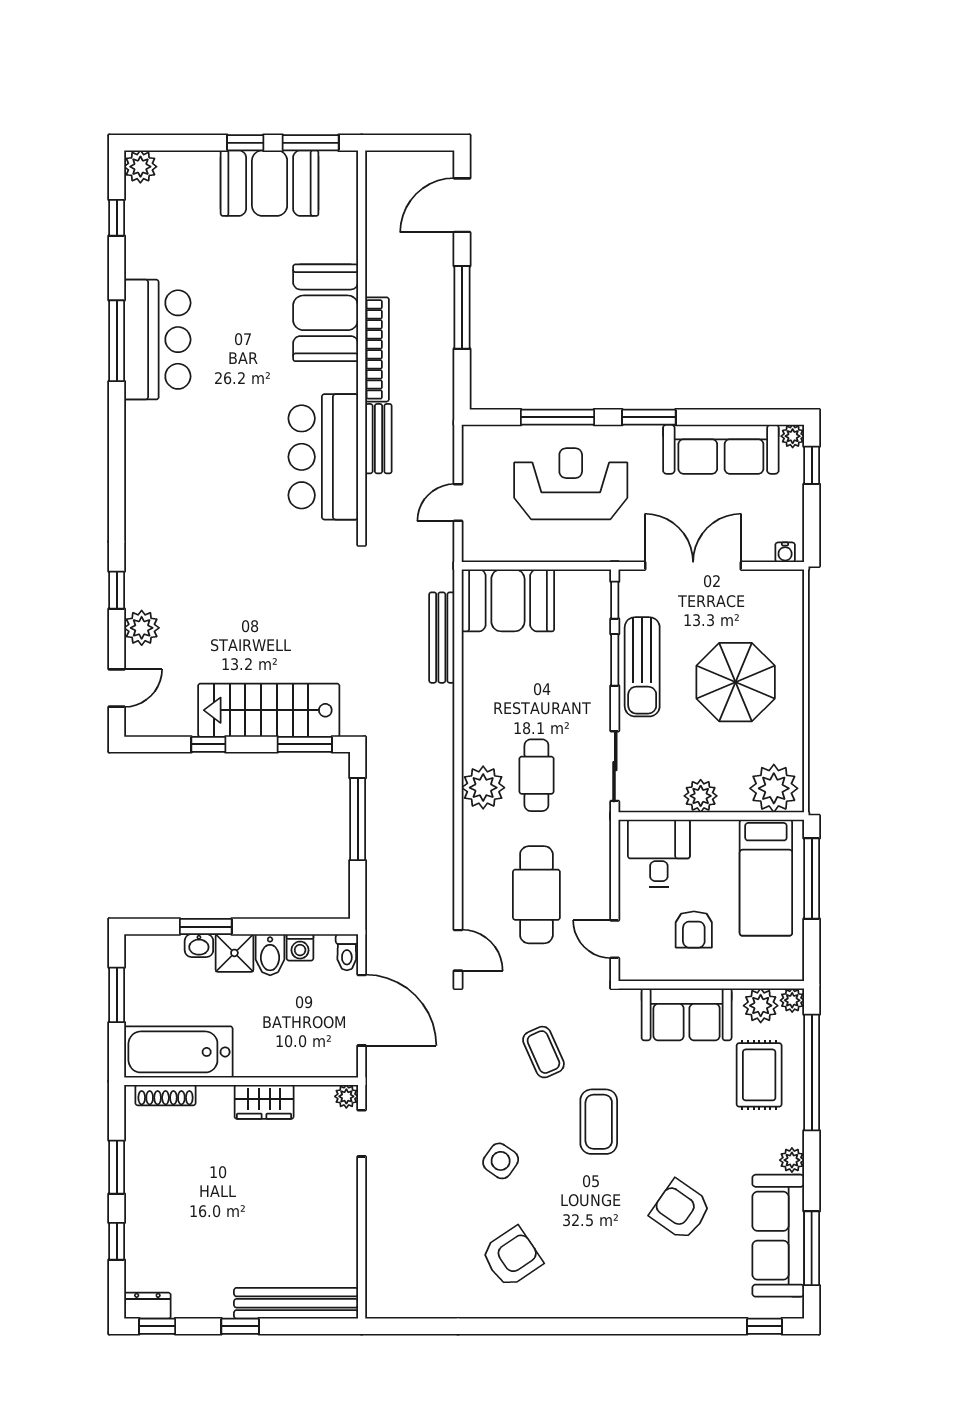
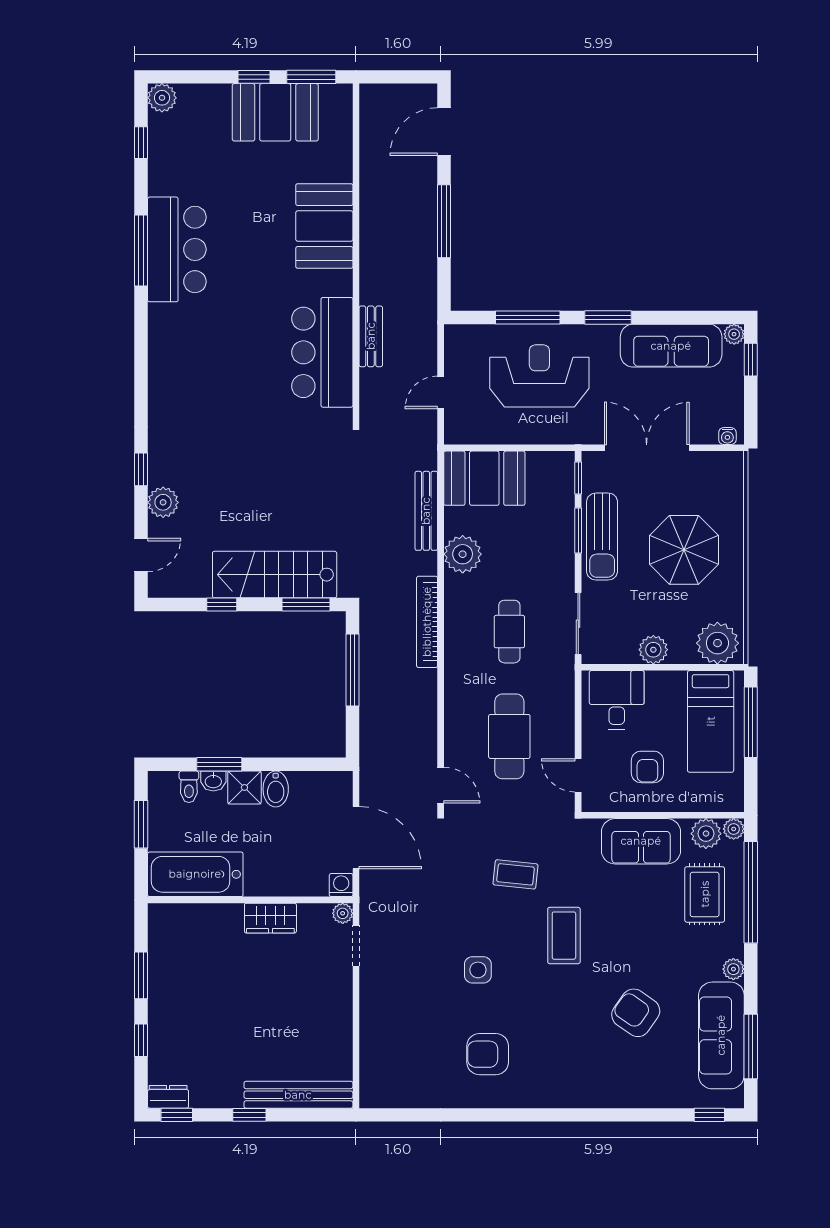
bookcase: (377, 349) -> (427, 622), moved, turned 180
plant: (483, 788) -> (463, 554), moved
washing machine: (300, 947) -> (341, 885), moved, turned 180
toilet: (347, 952) -> (189, 787), moved
coffee table: (543, 1052) -> (515, 874), turned -60
shoe rack: (166, 1095) -> (184, 912), removed
side table: (501, 1161) -> (478, 970), turned -35
armchair: (512, 1257) -> (488, 1054), turned -146

